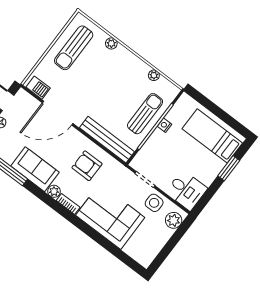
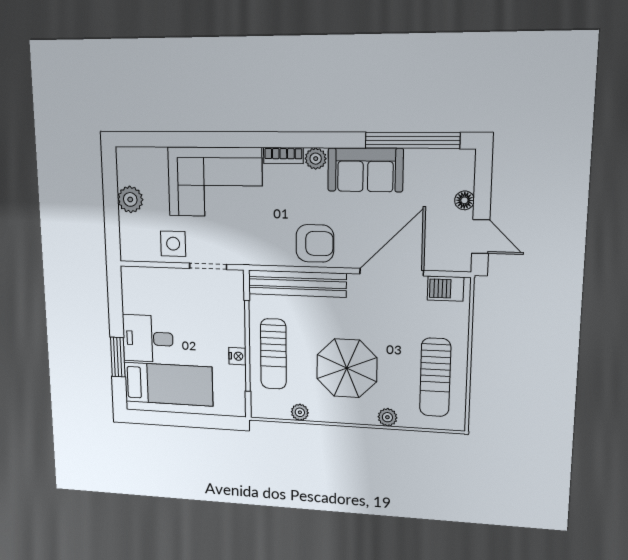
sun lounger: (74, 48) -> (435, 377), turned 180
parasol: (113, 81) -> (347, 368), added
armchair: (87, 166) -> (315, 243), moved
desk: (186, 190) -> (148, 338), moved
plant: (174, 220) -> (130, 199), moved

